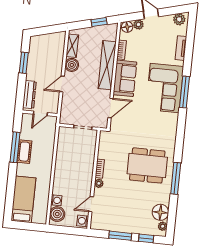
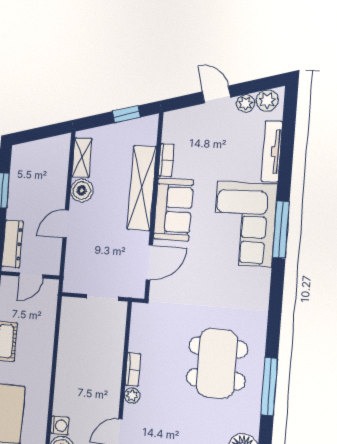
plant: (138, 25) -> (246, 103), moved
floor lamp: (127, 27) -> (175, 120), removed
tv unit: (181, 48) -> (272, 151), width x1.41
dining table: (147, 165) -> (217, 363), turned 90

